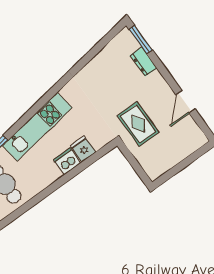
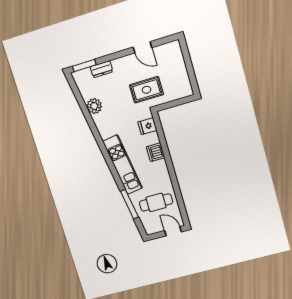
plant: (97, 68) -> (94, 106), added
fridge: (83, 149) -> (147, 126), moved

